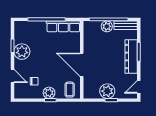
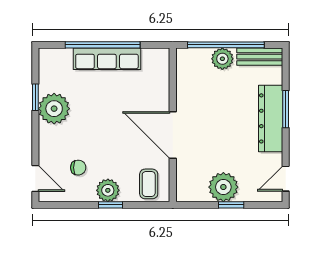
row of seats: (63, 26) -> (107, 59), moved
door: (12, 76) -> (35, 178), moved

